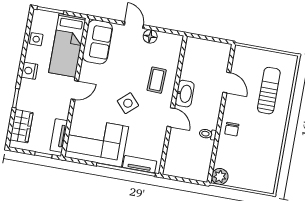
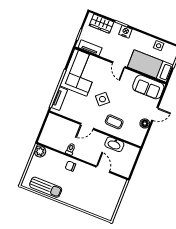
nightstand: (29, 71) -> (125, 32), moved
door: (227, 82) -> (103, 169), swing flipped
sun lounger: (269, 91) -> (46, 187), moved
washbasin: (185, 94) -> (114, 144), moved

